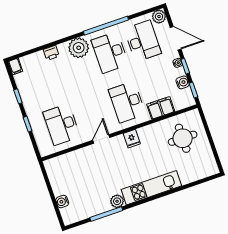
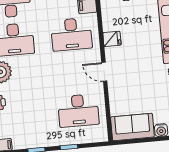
sofa: (59, 176) -> (132, 127), added

